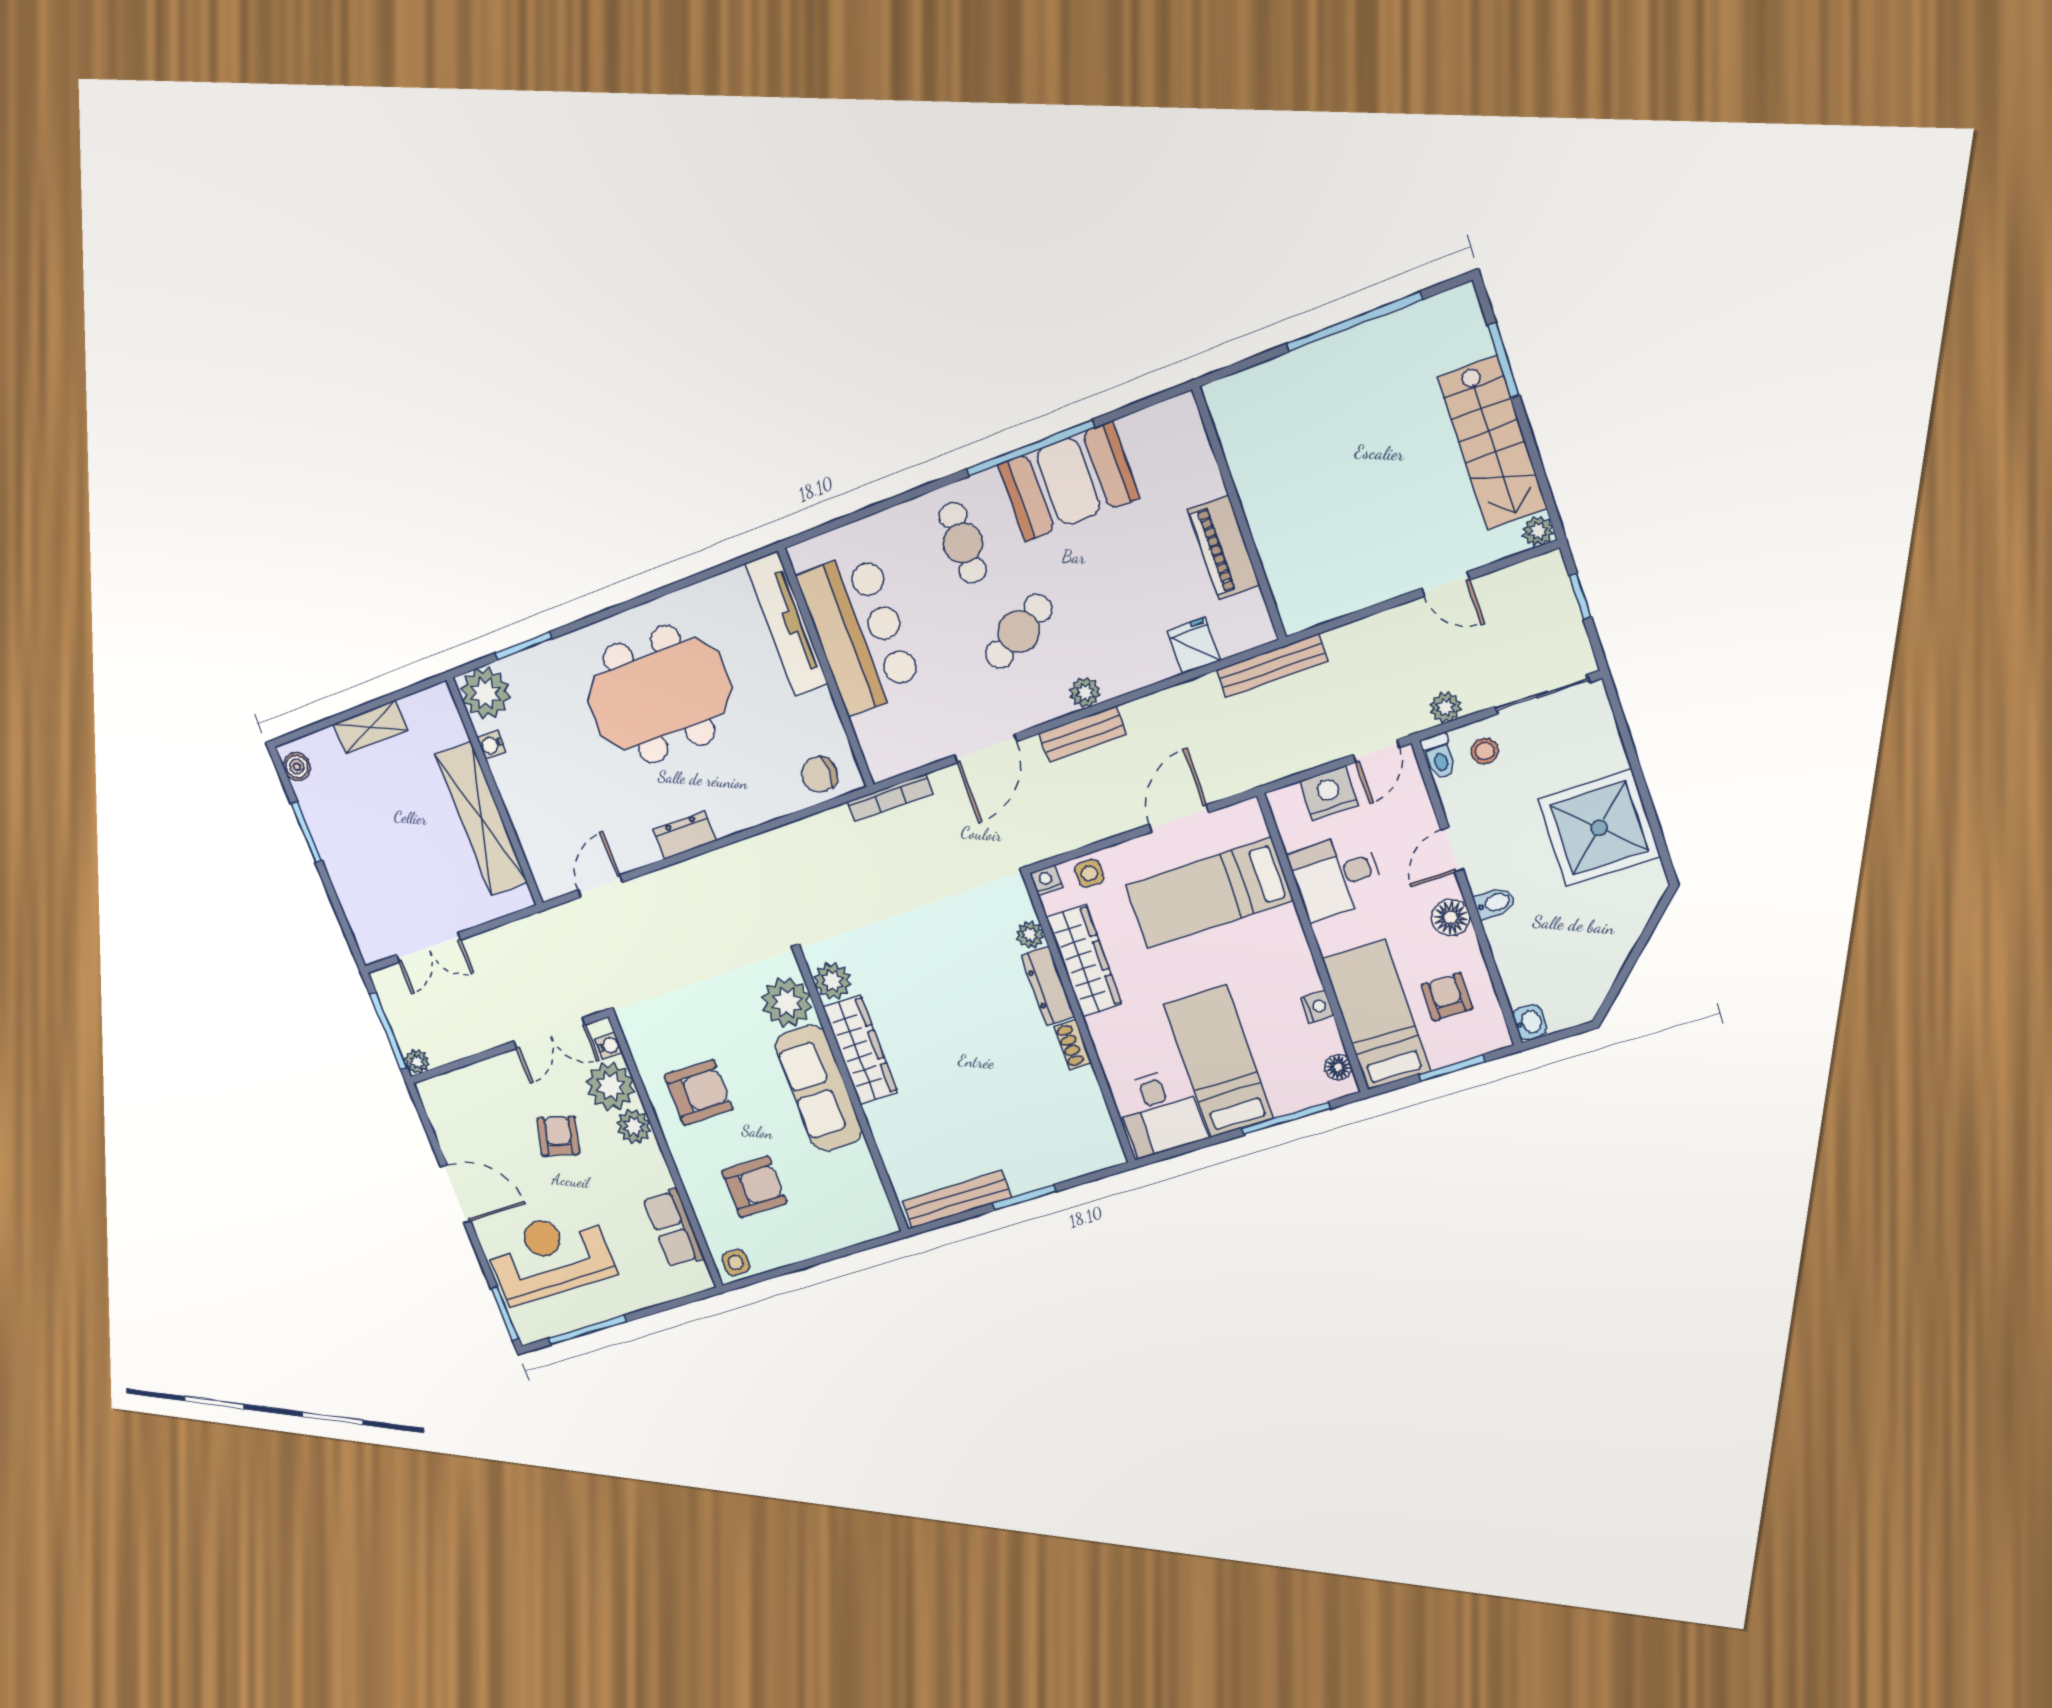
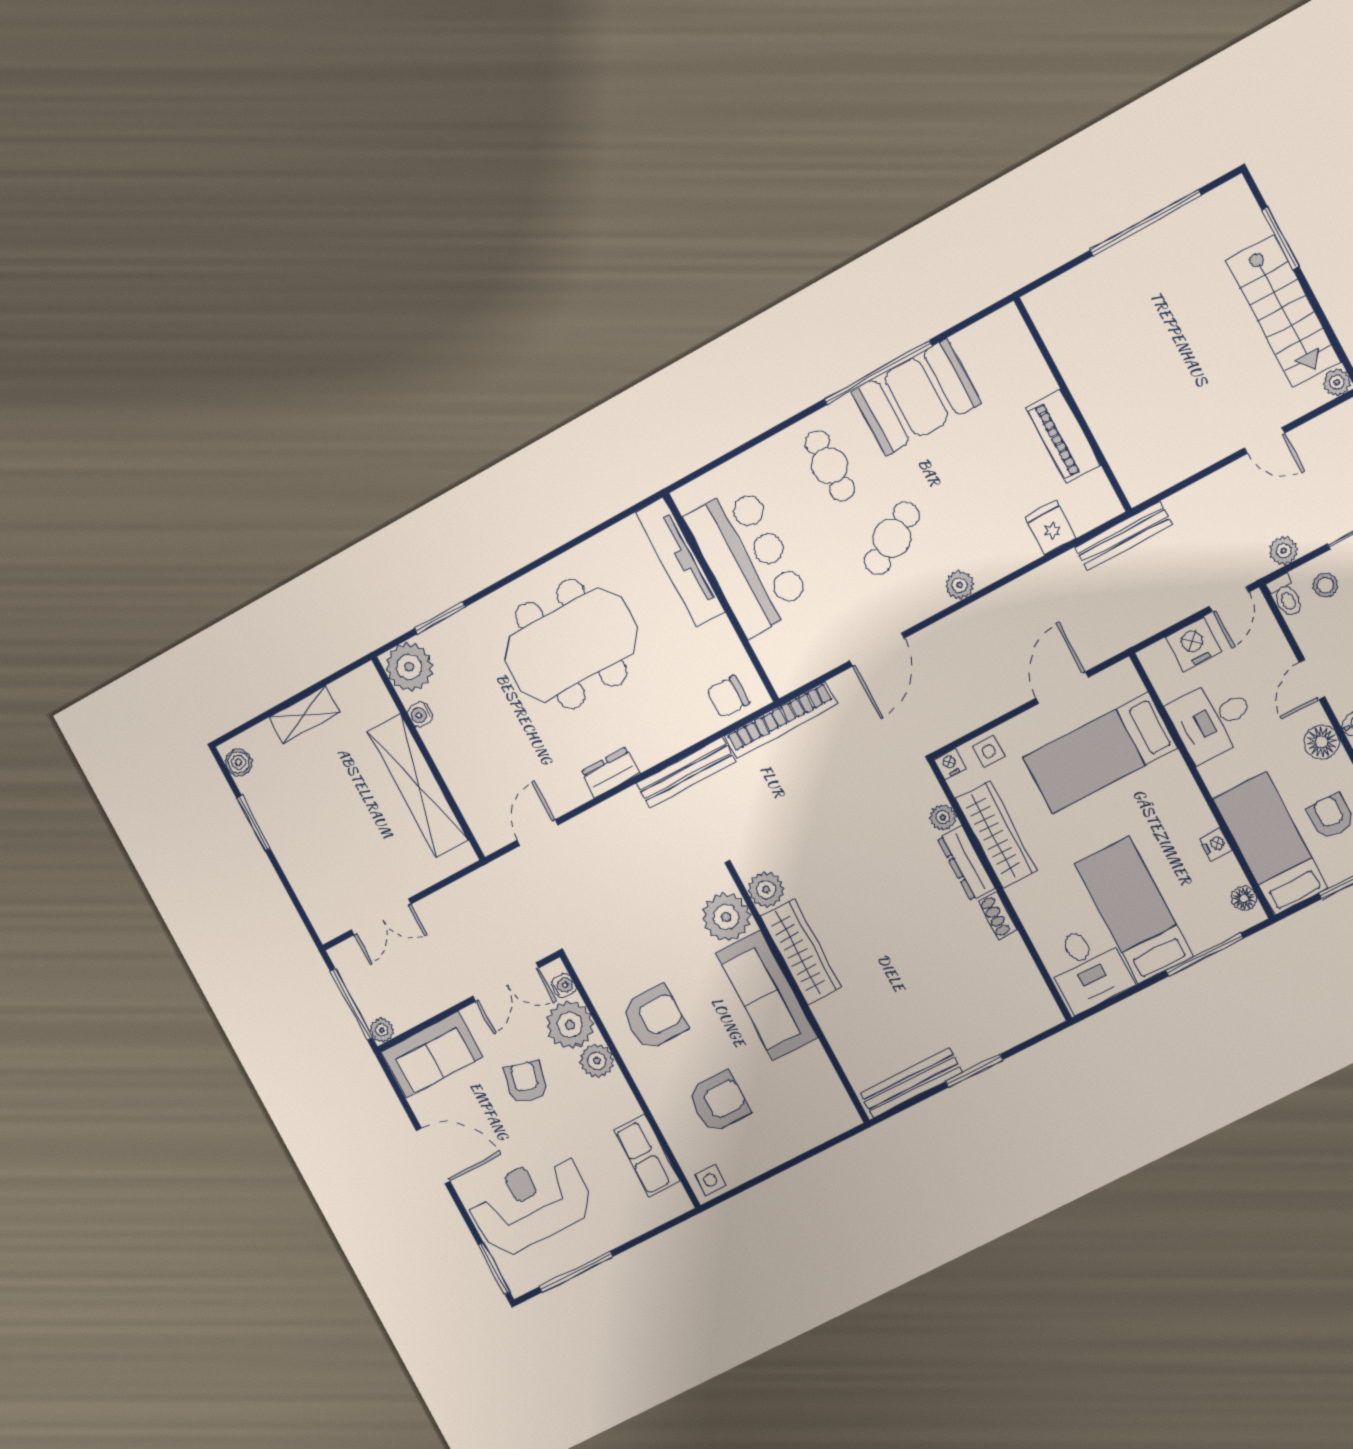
bench: (1082, 734) -> (686, 772), moved, width x1.36
bookcase: (890, 798) -> (781, 720), width x1.48, depth x1.31
sofa: (465, 1094) -> (432, 1055), added

